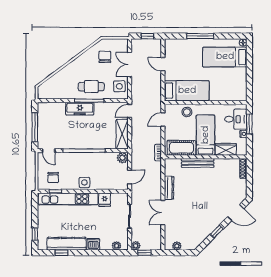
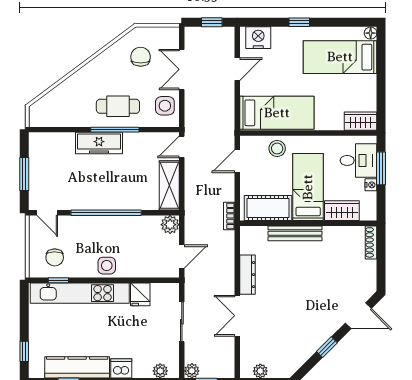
window: (200, 36) -> (299, 22), width x0.46
nightstand: (176, 45) -> (258, 38), added
door: (163, 64) -> (237, 69), swing flipped
wardrobe: (237, 96) -> (361, 121), added
window: (35, 127) -> (24, 174), width x0.69

